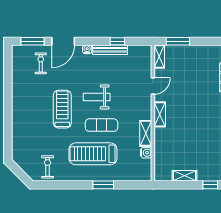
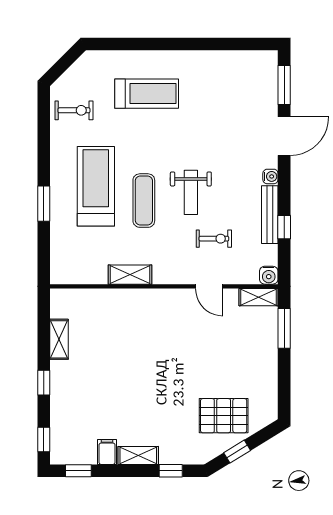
door: (63, 41) -> (284, 136), swing flipped
exercise bike: (41, 63) -> (214, 239), moved
weight bench: (97, 97) -> (191, 192), turned 180
treadmill: (62, 109) -> (147, 94), moved
shelving: (160, 114) -> (162, 298), removed
water cooler: (146, 153) -> (269, 275), moved

